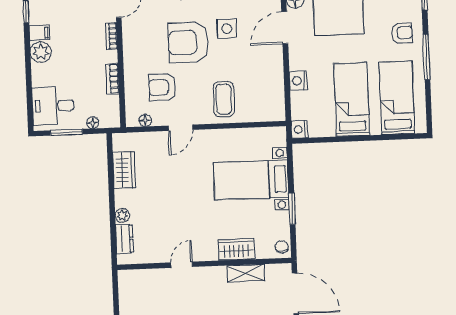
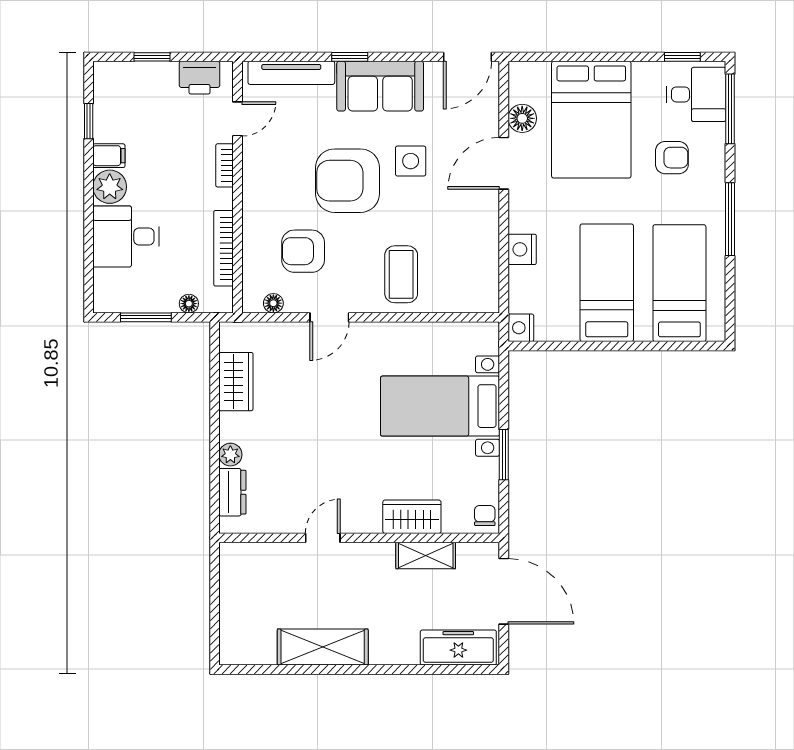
armchair: (402, 33) -> (672, 158), moved
bookcase: (113, 79) -> (223, 248), width x1.56
desk: (53, 106) -> (126, 236), moved

